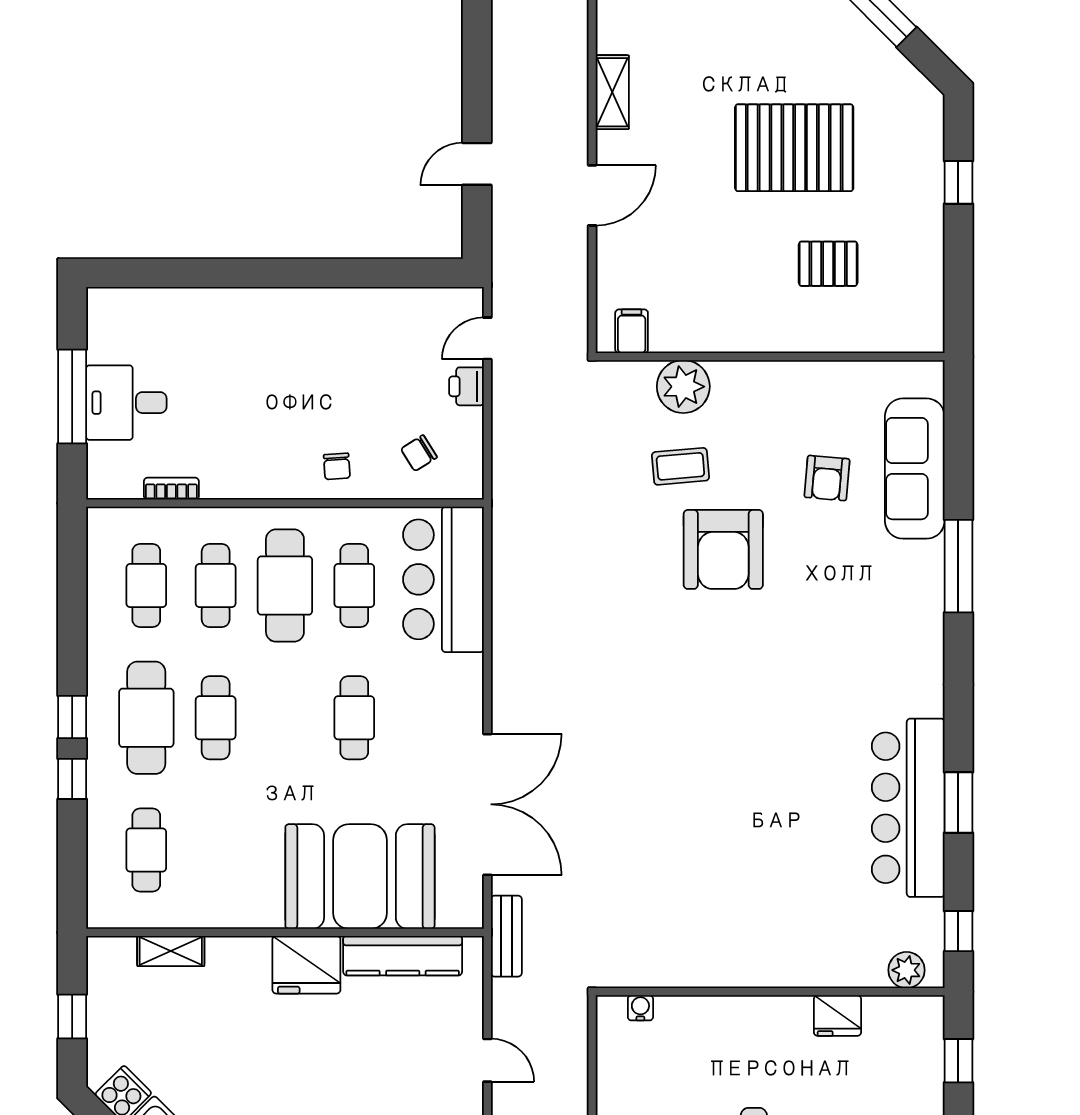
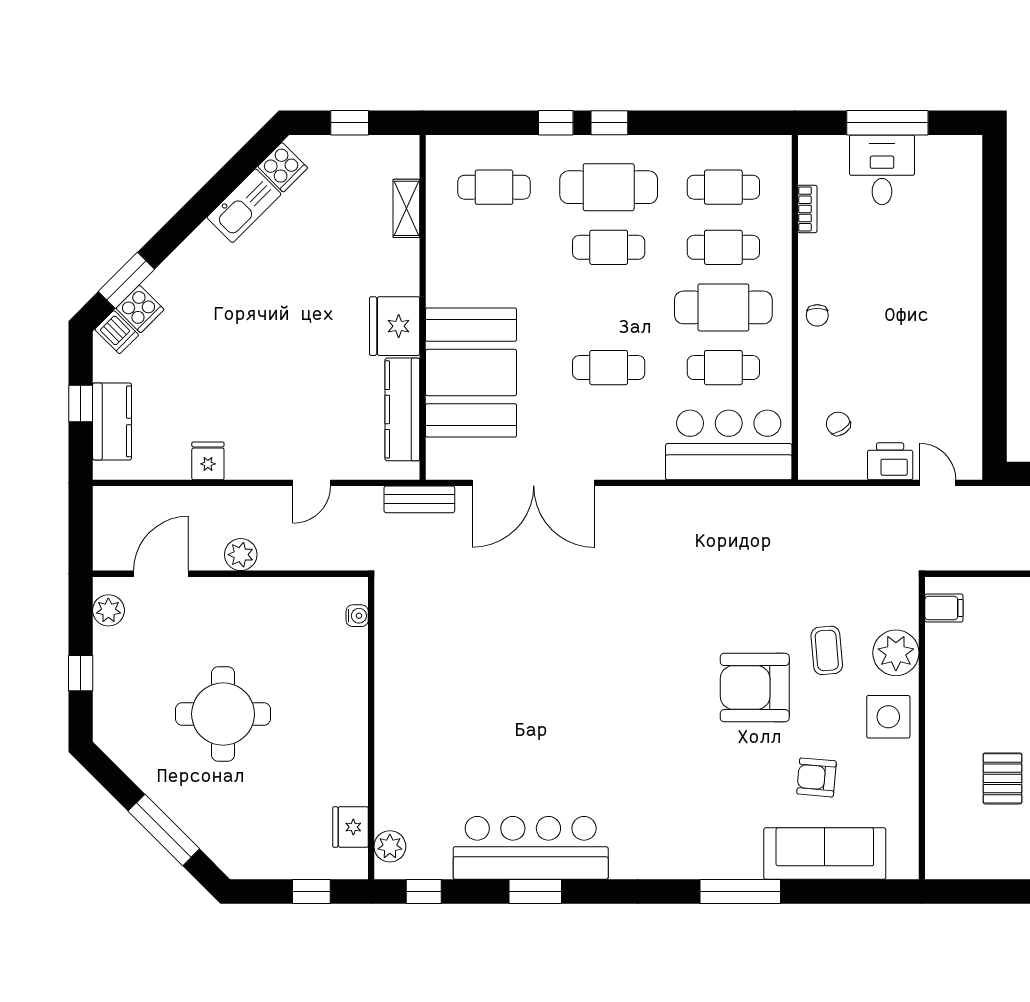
printer: (467, 386) -> (890, 461), width x1.36, depth x1.24
side table: (757, 395) -> (888, 717), added
chair: (337, 466) -> (817, 315), moved, turned -86
fridge: (837, 1016) -> (350, 827), moved

